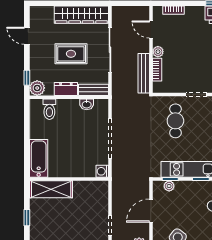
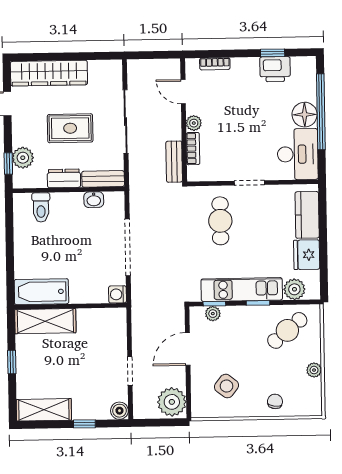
wardrobe: (81, 15) -> (49, 73), moved
bench: (144, 73) -> (174, 162), width x0.73
plant: (37, 88) -> (23, 158), moved
bathtub: (39, 158) -> (41, 292), moved, turned -90

